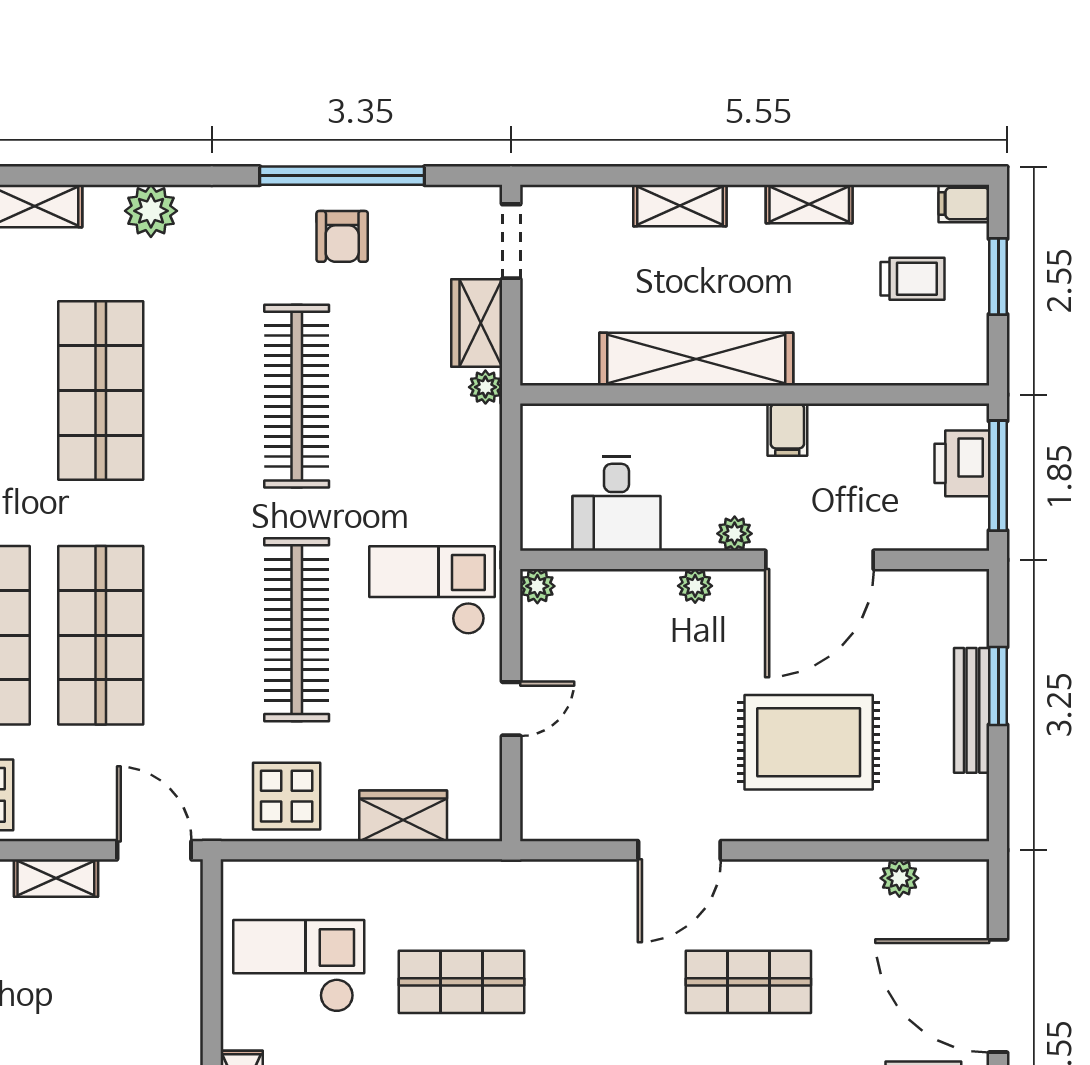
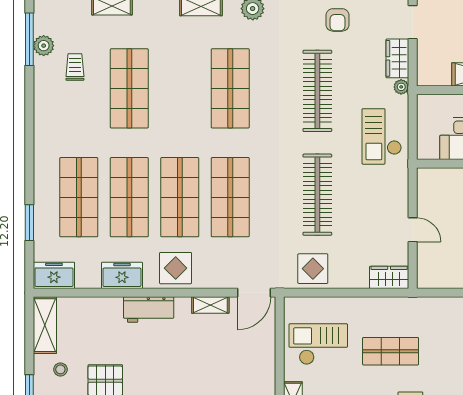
plant: (537, 586) -> (424, 175), removed
checkout: (432, 590) -> (382, 136), moved, turned -90
door: (511, 709) -> (413, 230), hinge flipped
wardrobe: (403, 816) -> (389, 277), moved
door: (154, 850) -> (254, 293), swing flipped

